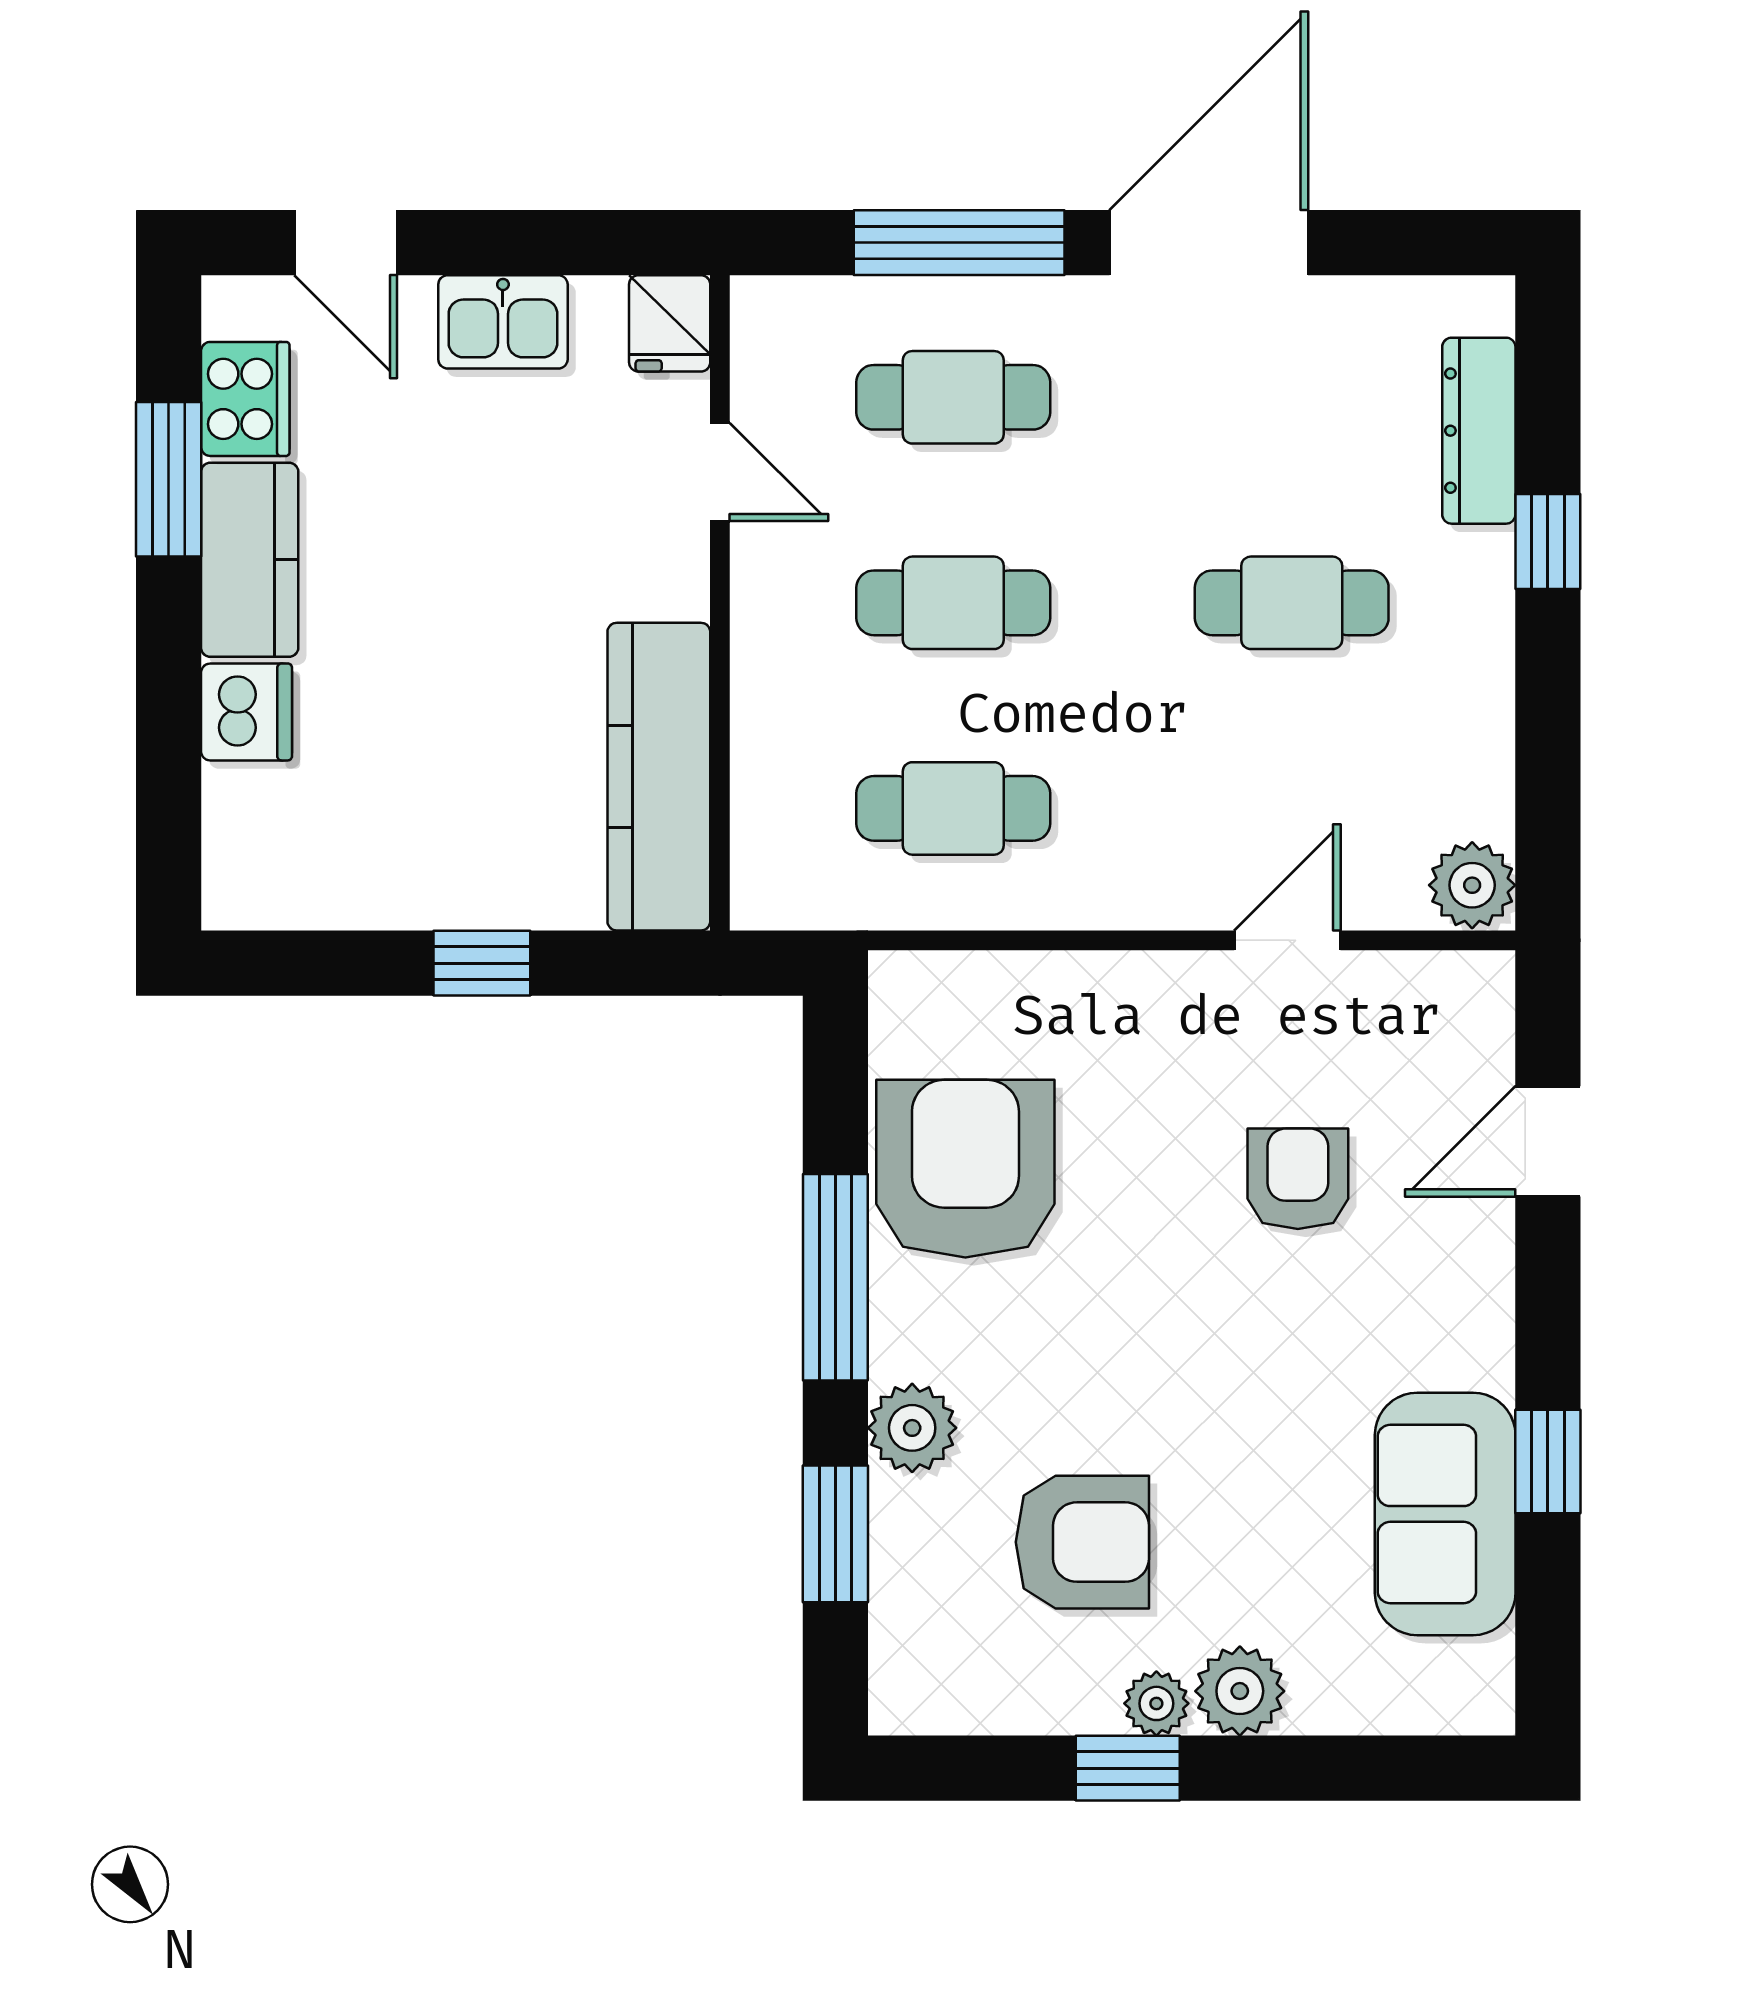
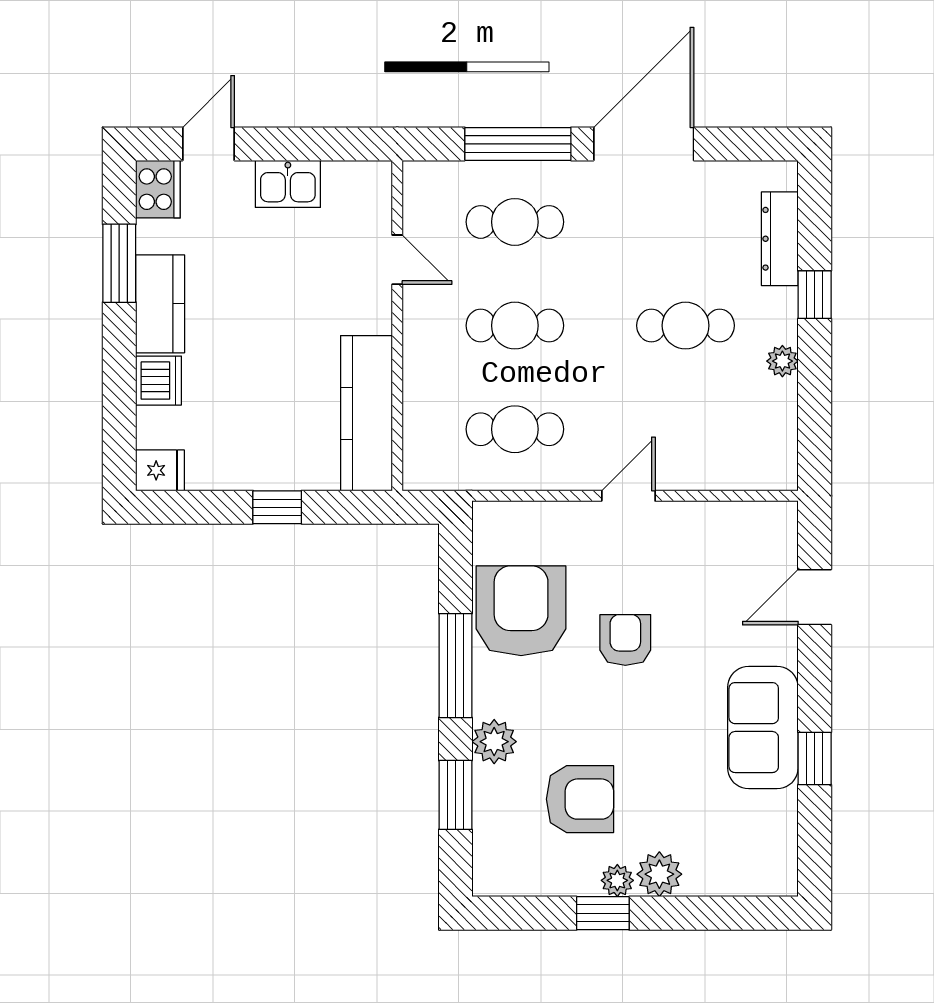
door: (346, 243) -> (208, 144), swing flipped
fridge: (670, 323) -> (160, 470), moved, turned -90
cooker: (245, 399) -> (158, 189), moved
plant: (1472, 885) -> (782, 361), moved, width x0.73, depth x0.73
door: (1287, 940) -> (628, 496), moved
armchair: (1298, 1179) -> (625, 640), moved
sofa: (1445, 1514) -> (763, 728), moved

